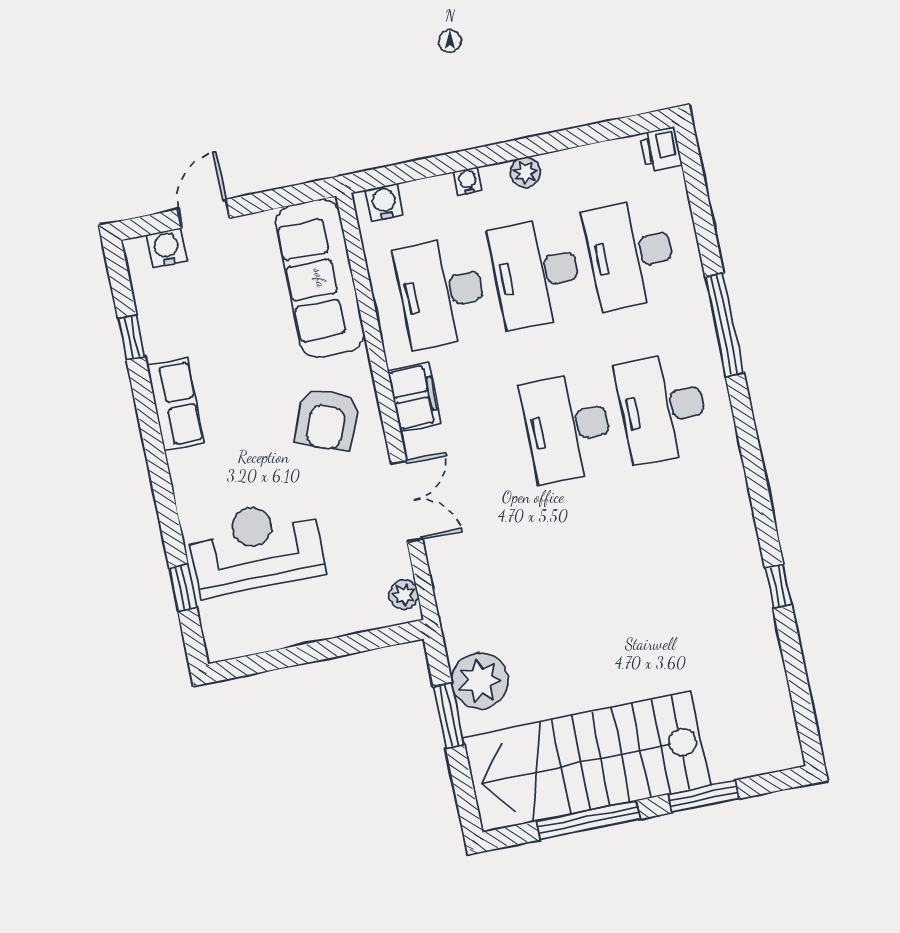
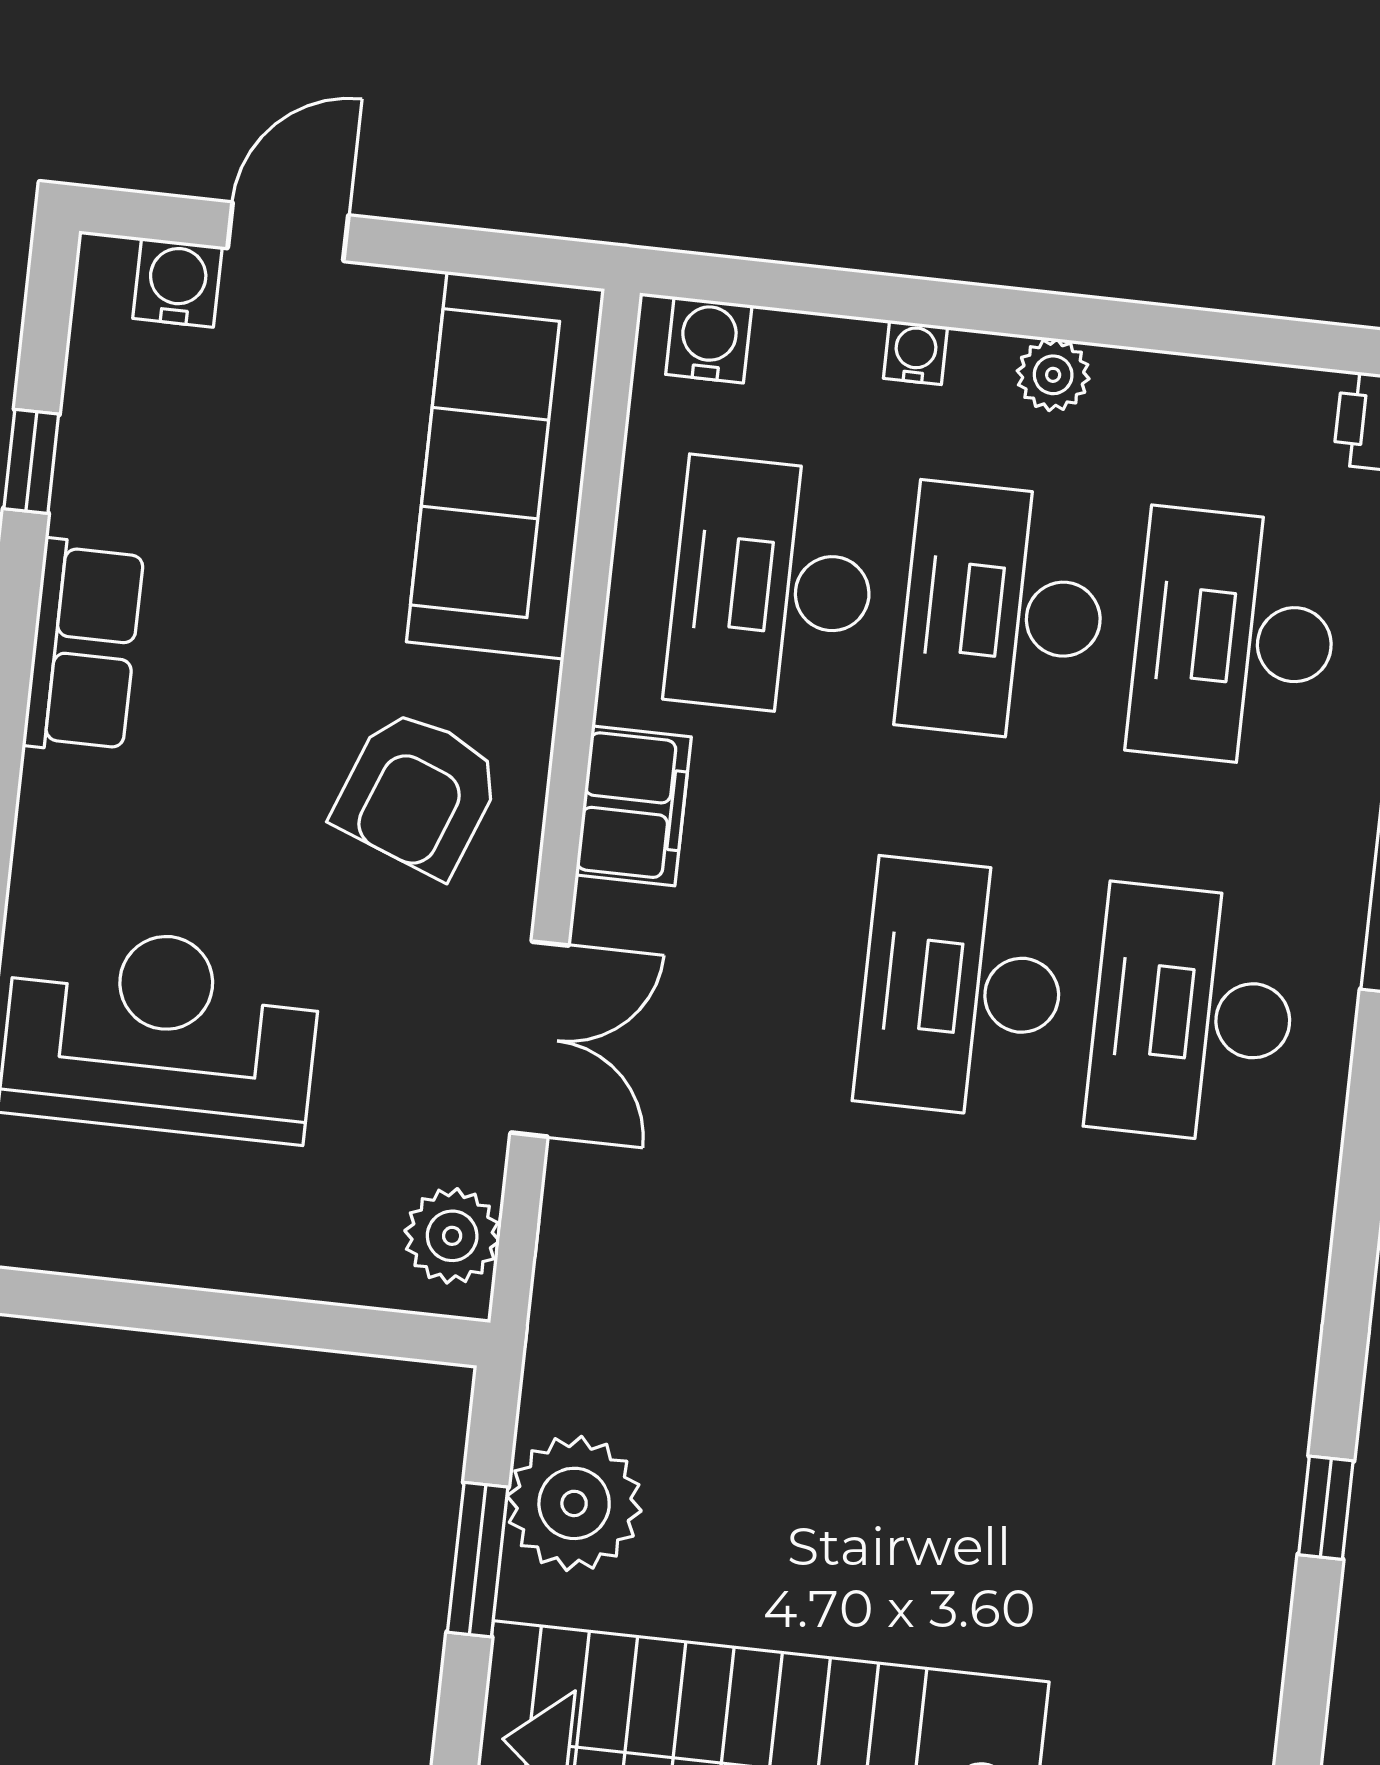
plant: (404, 595) -> (452, 1236), width x1.38, depth x1.38

